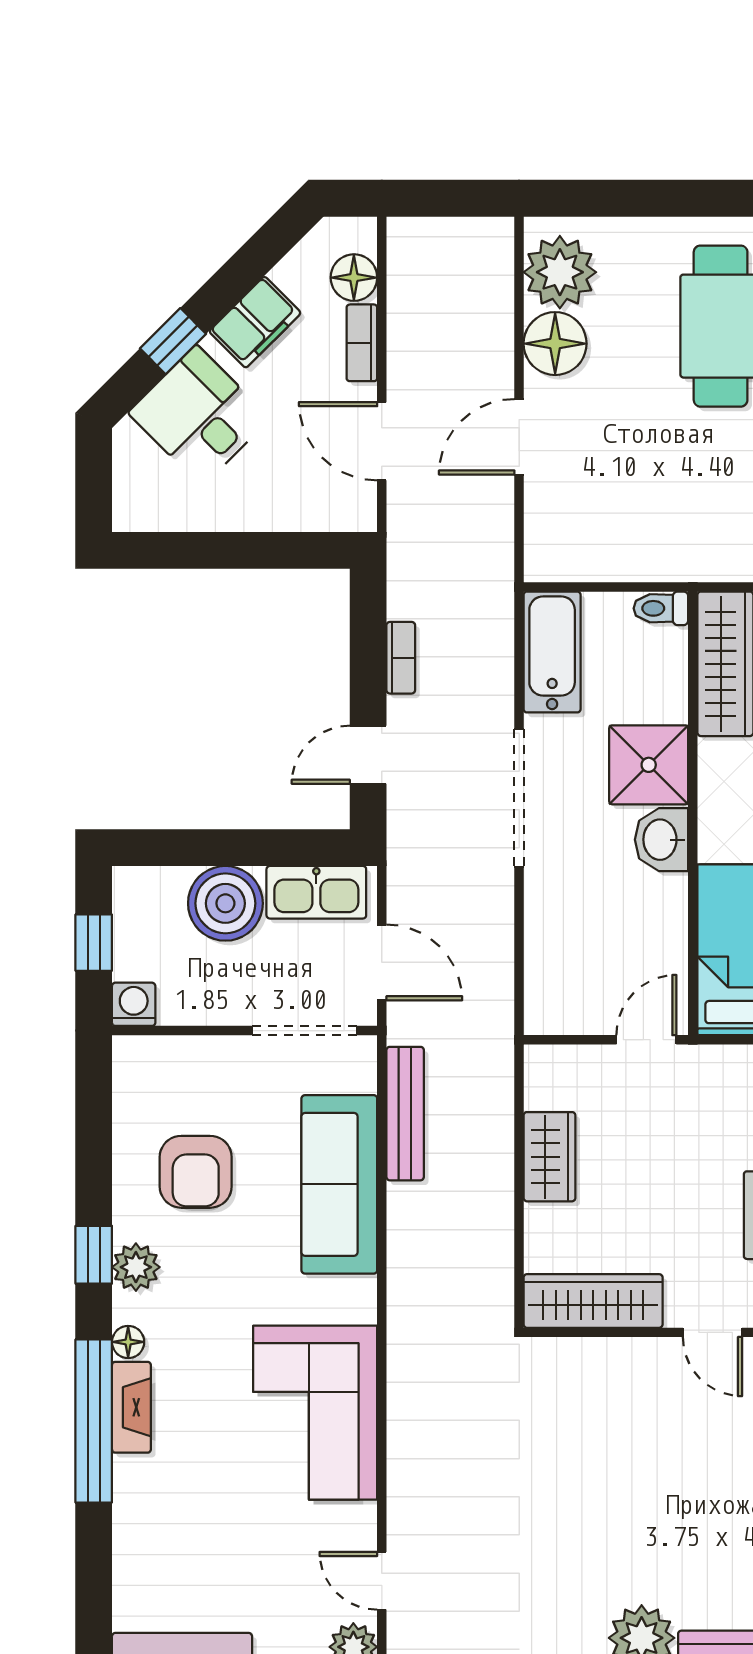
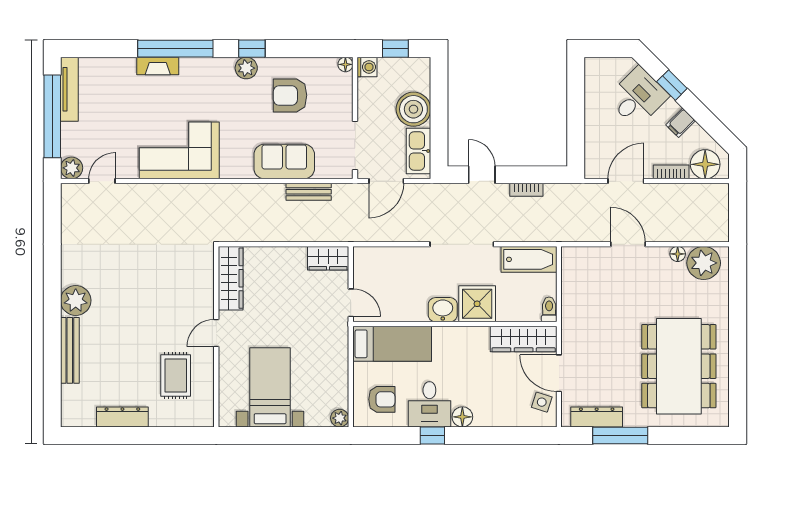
floor lamp: (354, 278) -> (705, 164), width x1.38, depth x1.38
filing cabinet: (255, 322) -> (681, 123), width x0.50
floor lamp: (555, 344) -> (678, 254), width x0.53, depth x0.53
bench: (405, 1114) -> (309, 192), width x0.73
wardrobe: (549, 1157) -> (328, 258), moved
sofa: (339, 1184) -> (284, 162), width x0.73
floor lamp: (128, 1342) -> (345, 64), moved
fireplace: (131, 1407) -> (158, 66), moved

